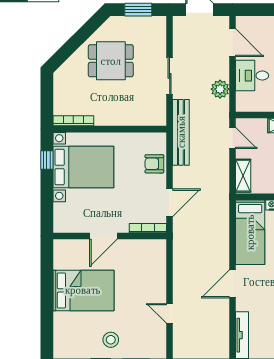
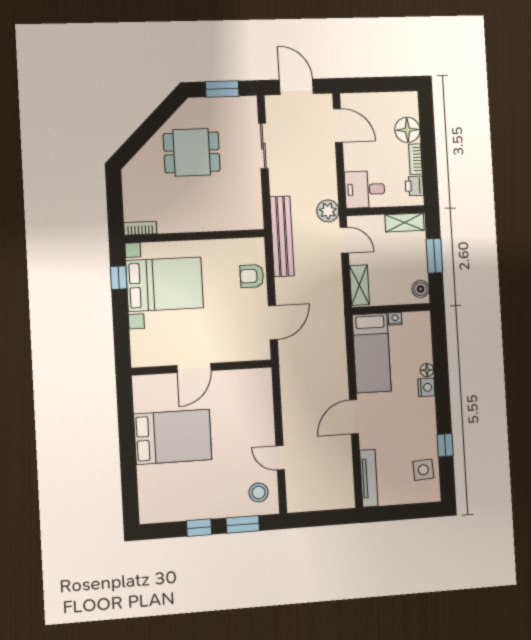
sliding door: (170, 76) -> (263, 146), moved
desk: (252, 76) -> (365, 189), moved
plant: (220, 89) -> (328, 211), moved
bookcase: (73, 121) -> (140, 228), width x0.64
bookcase: (148, 228) -> (248, 355), removed
stool: (111, 340) -> (259, 492), moved

